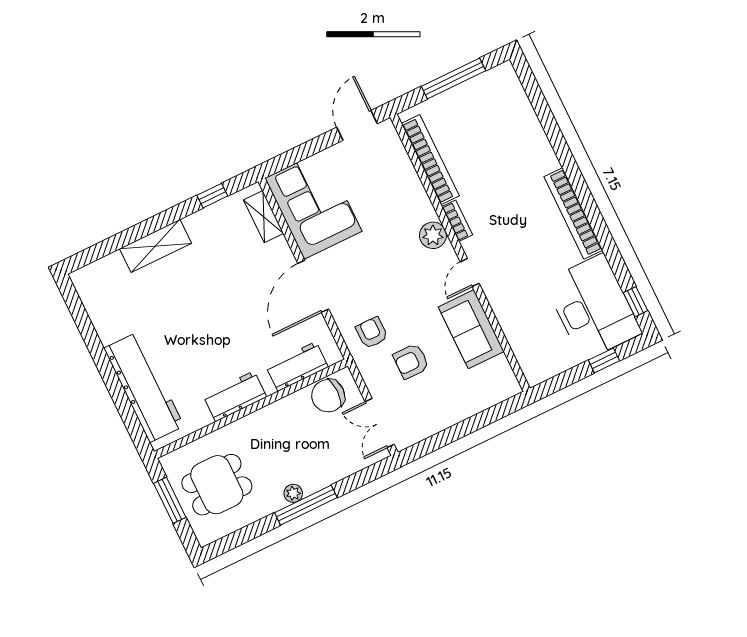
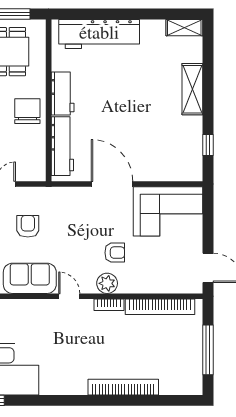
bookcase: (573, 214) -> (123, 387), moved
shelving: (264, 217) -> (184, 28), moved
armchair: (372, 333) -> (115, 253), moved
workbench: (297, 366) -> (62, 146), width x1.38
chair: (328, 396) -> (27, 111), moved

